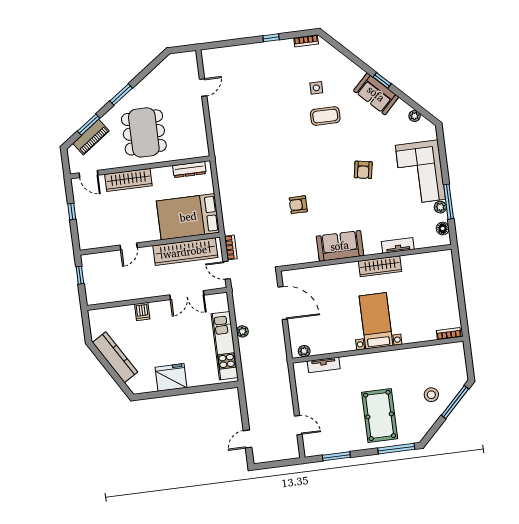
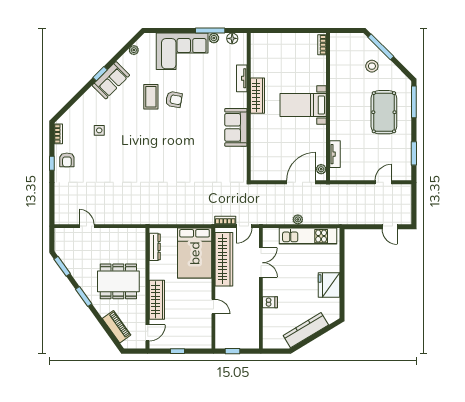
coffee table: (325, 116) -> (151, 97), moved
window: (89, 125) -> (62, 266), moved
armchair: (298, 205) -> (67, 160), moved
door: (283, 303) -> (301, 182), moved
pool table: (380, 415) -> (384, 112), turned 90

